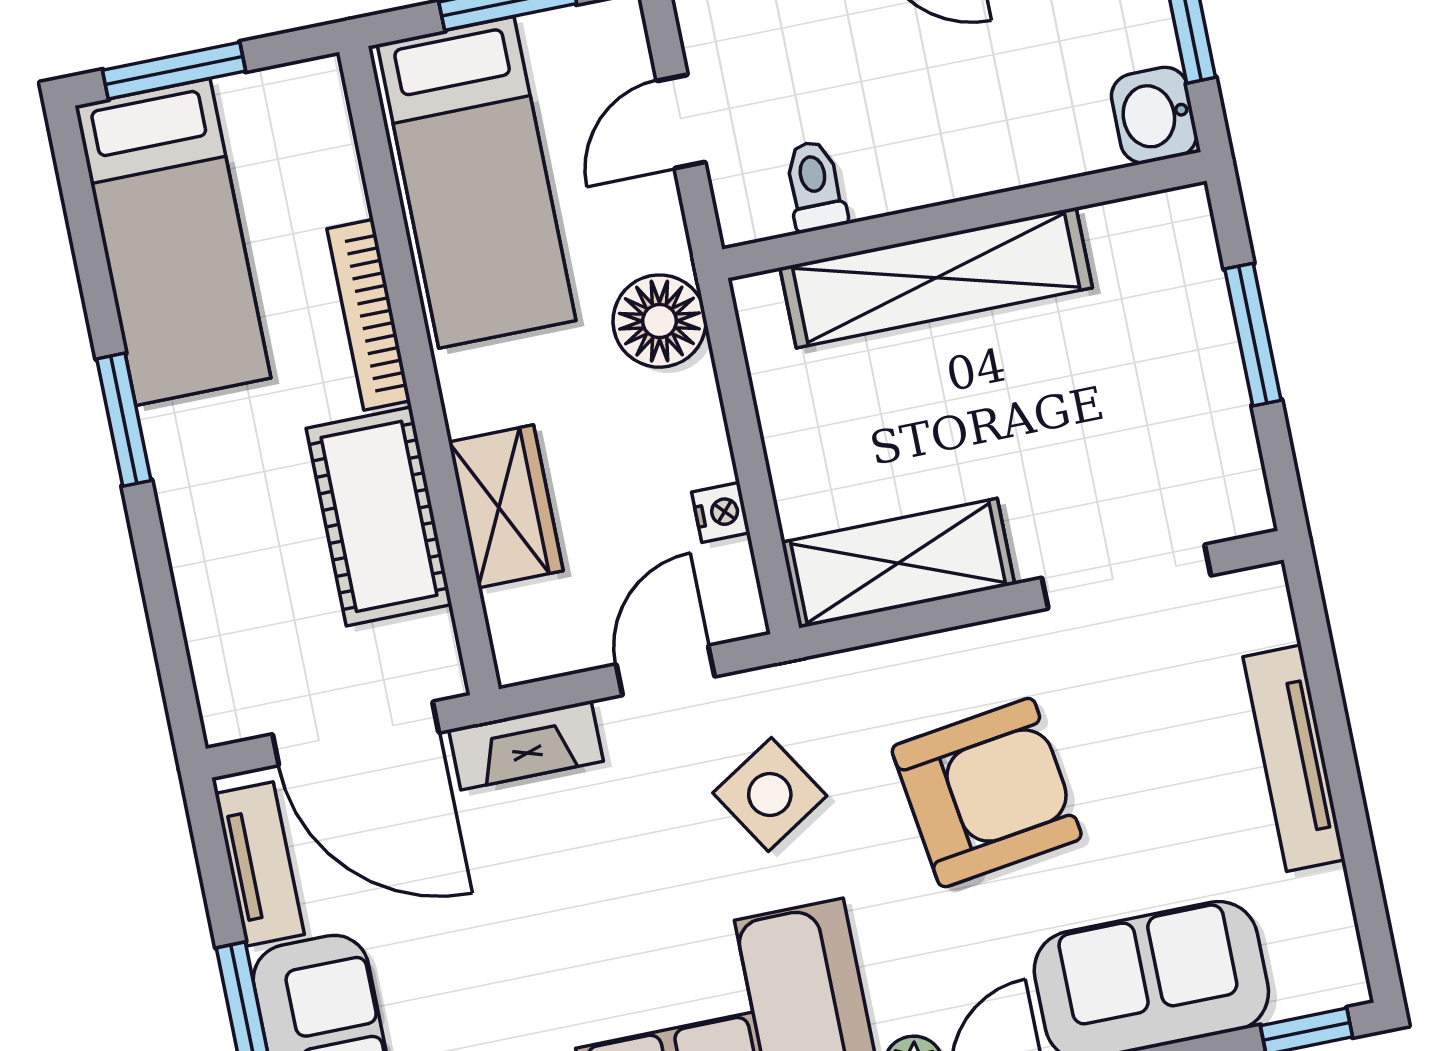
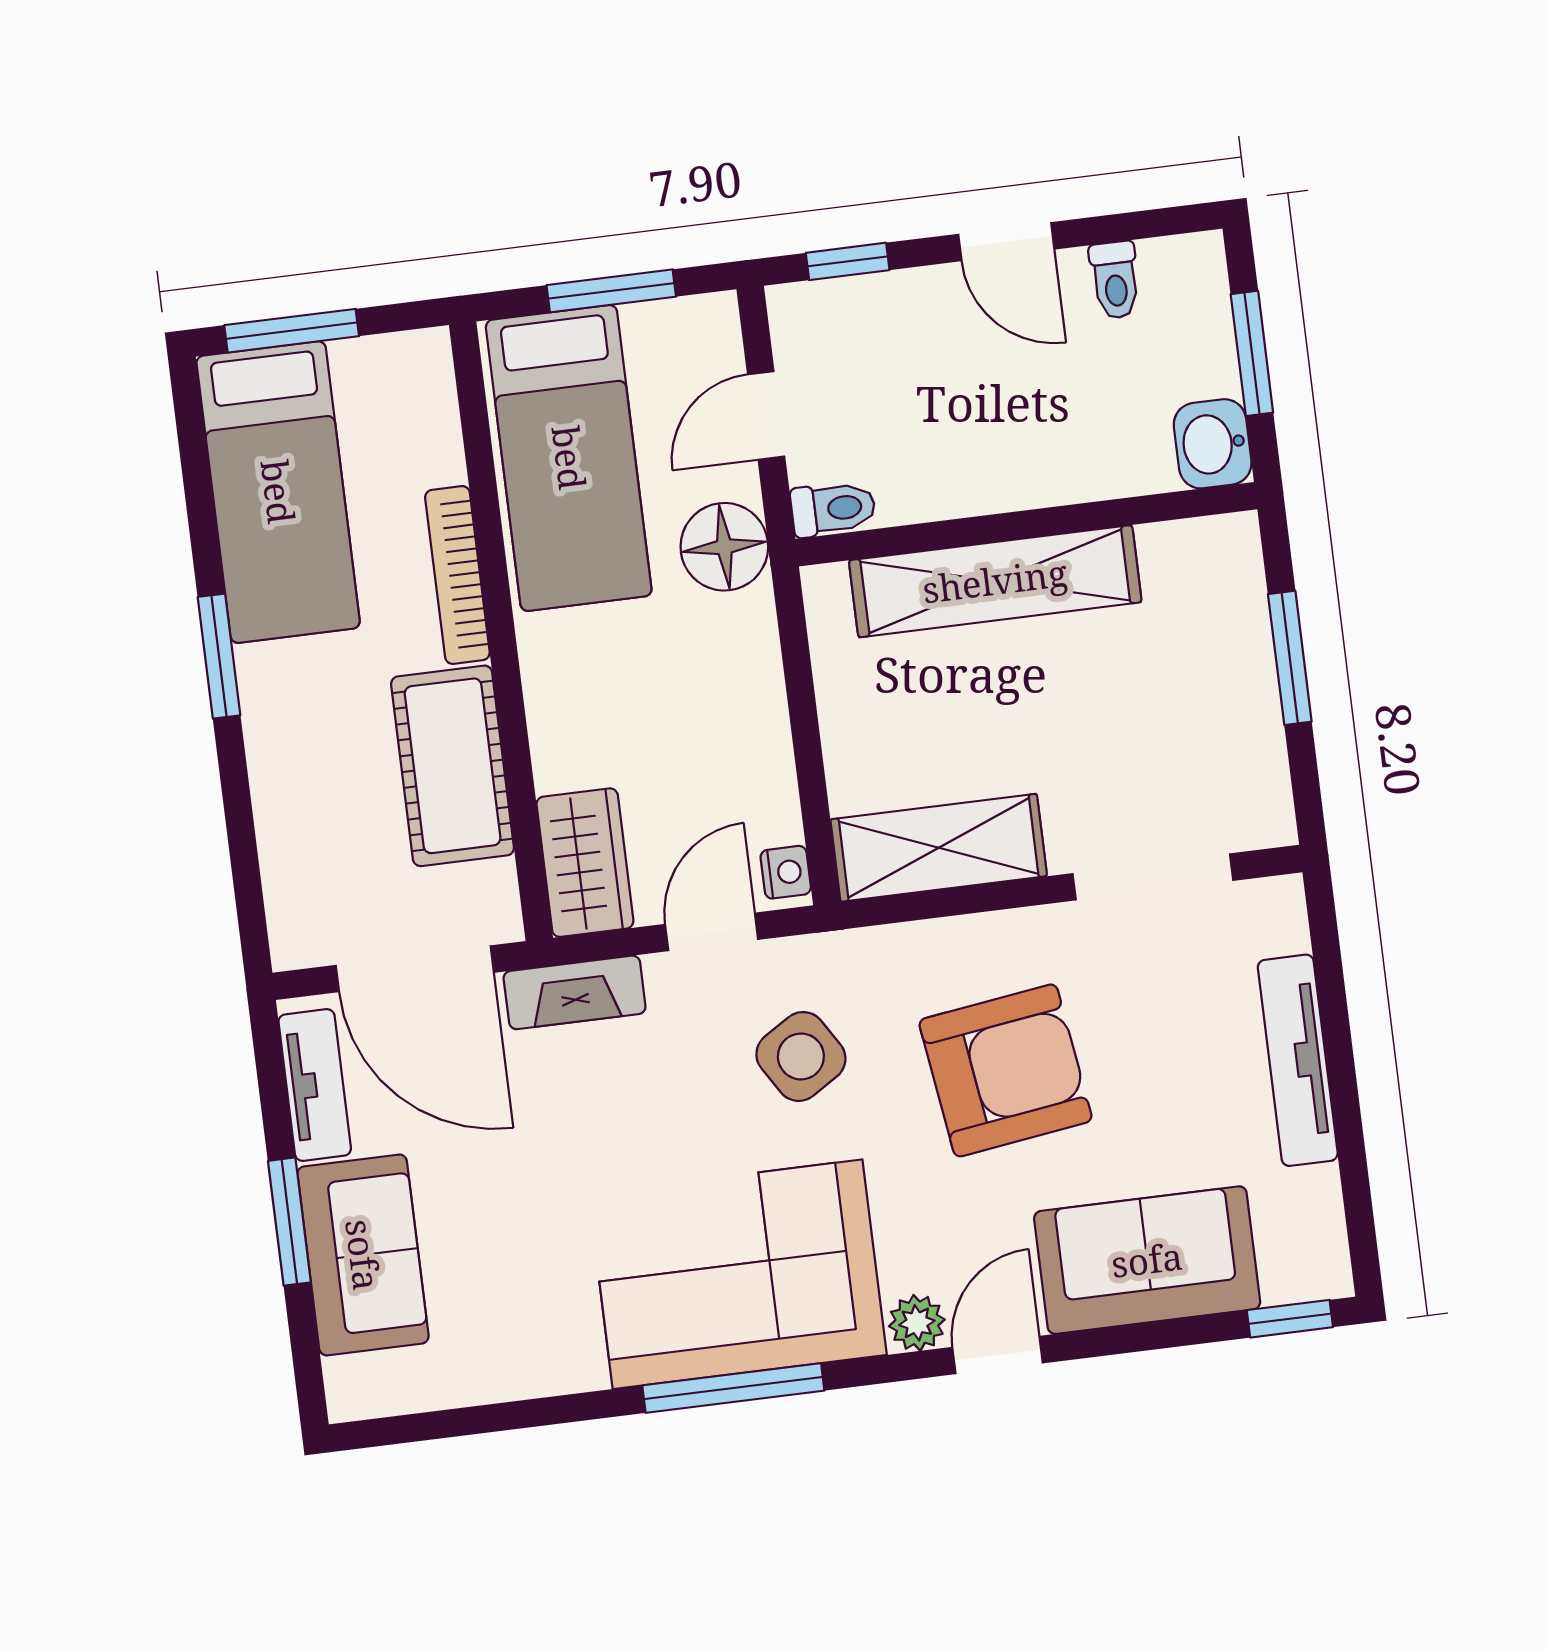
toilet: (815, 186) -> (833, 509), moved, turned 90
floor lamp: (659, 321) -> (724, 547), moved
wardrobe: (506, 506) -> (585, 863), moved
nightstand: (721, 512) -> (786, 872), moved

